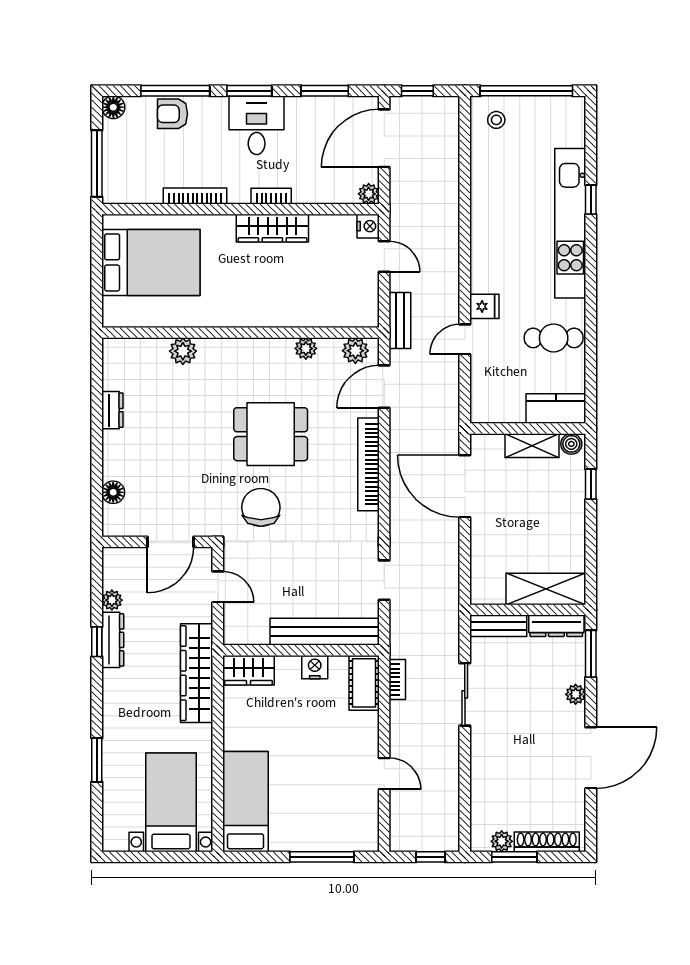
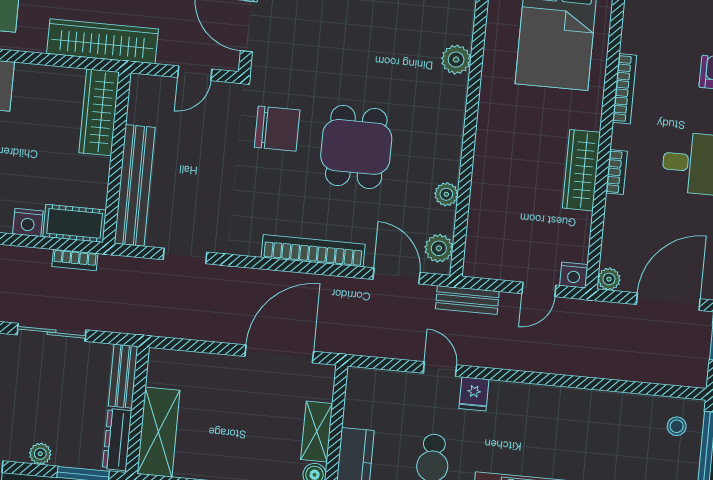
door: (384, 138) -> (668, 302), hinge flipped
nightstand: (315, 667) -> (28, 222), moved, turned 90
wardrobe: (248, 670) -> (99, 112), width x1.50

